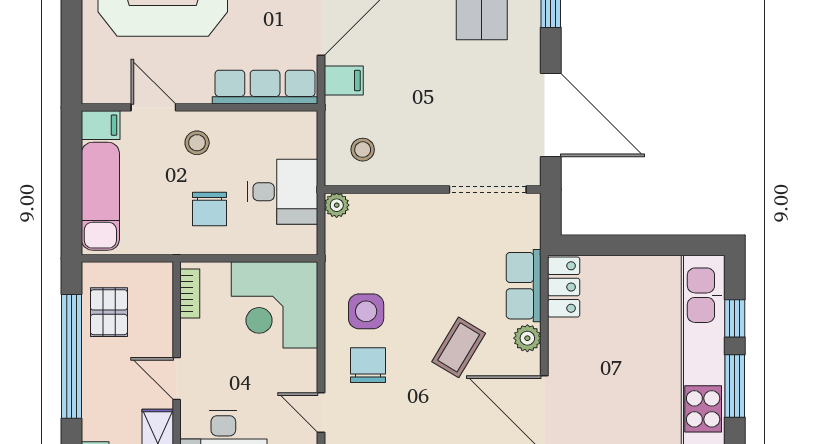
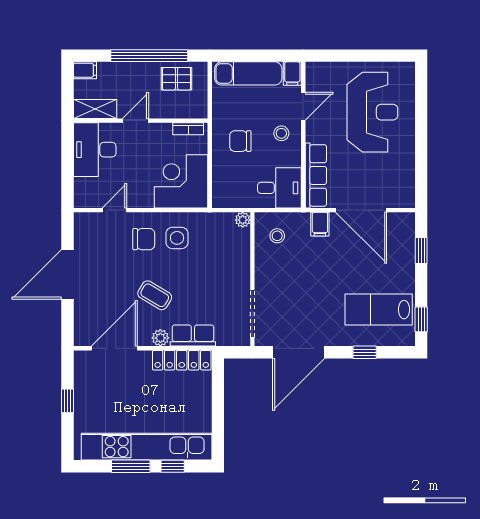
desk: (283, 192) -> (279, 188), moved, turned -90
locker: (564, 287) -> (182, 360), width x1.53

